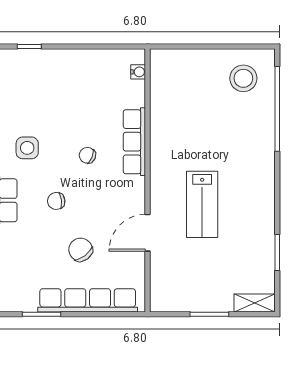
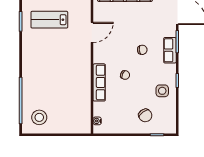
side table: (27, 148) -> (162, 91), moved
lab bench: (202, 204) -> (49, 20), moved, turned -90
chair: (81, 250) -> (145, 115), moved

